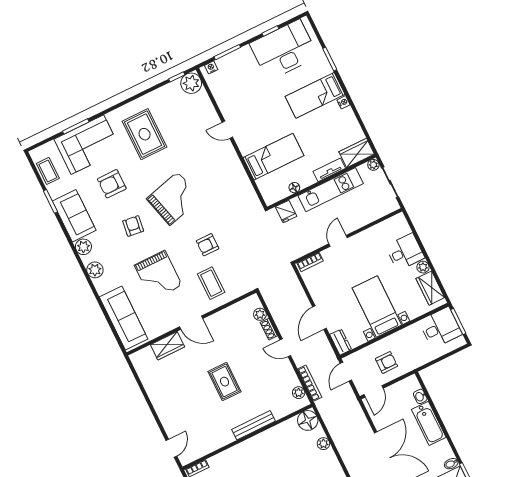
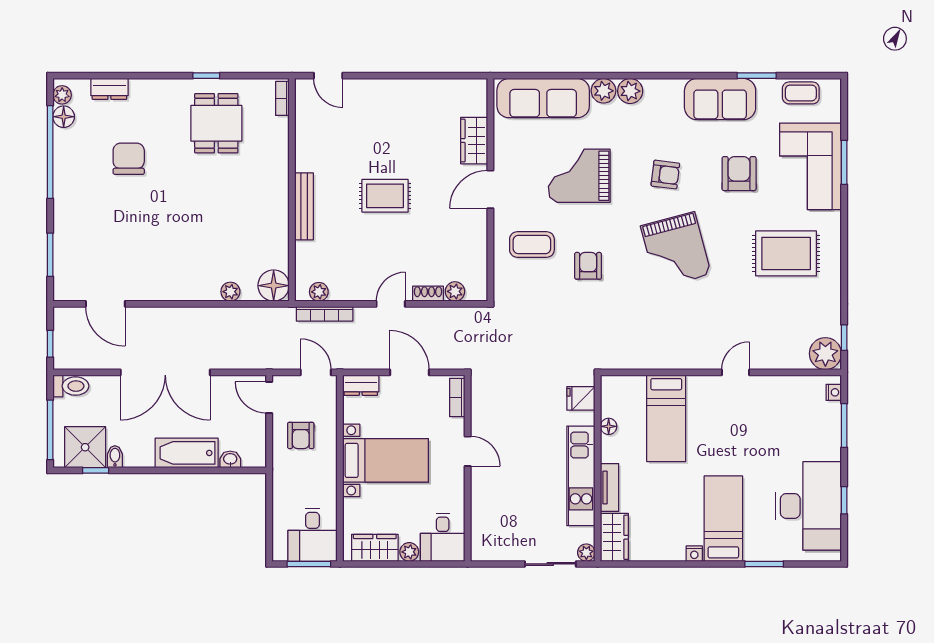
wall: (348, 236) -> (468, 468), moved
door: (338, 241) -> (468, 451), moved
plant: (83, 247) -> (603, 91), moved
bookcase: (310, 262) -> (457, 397), moved

